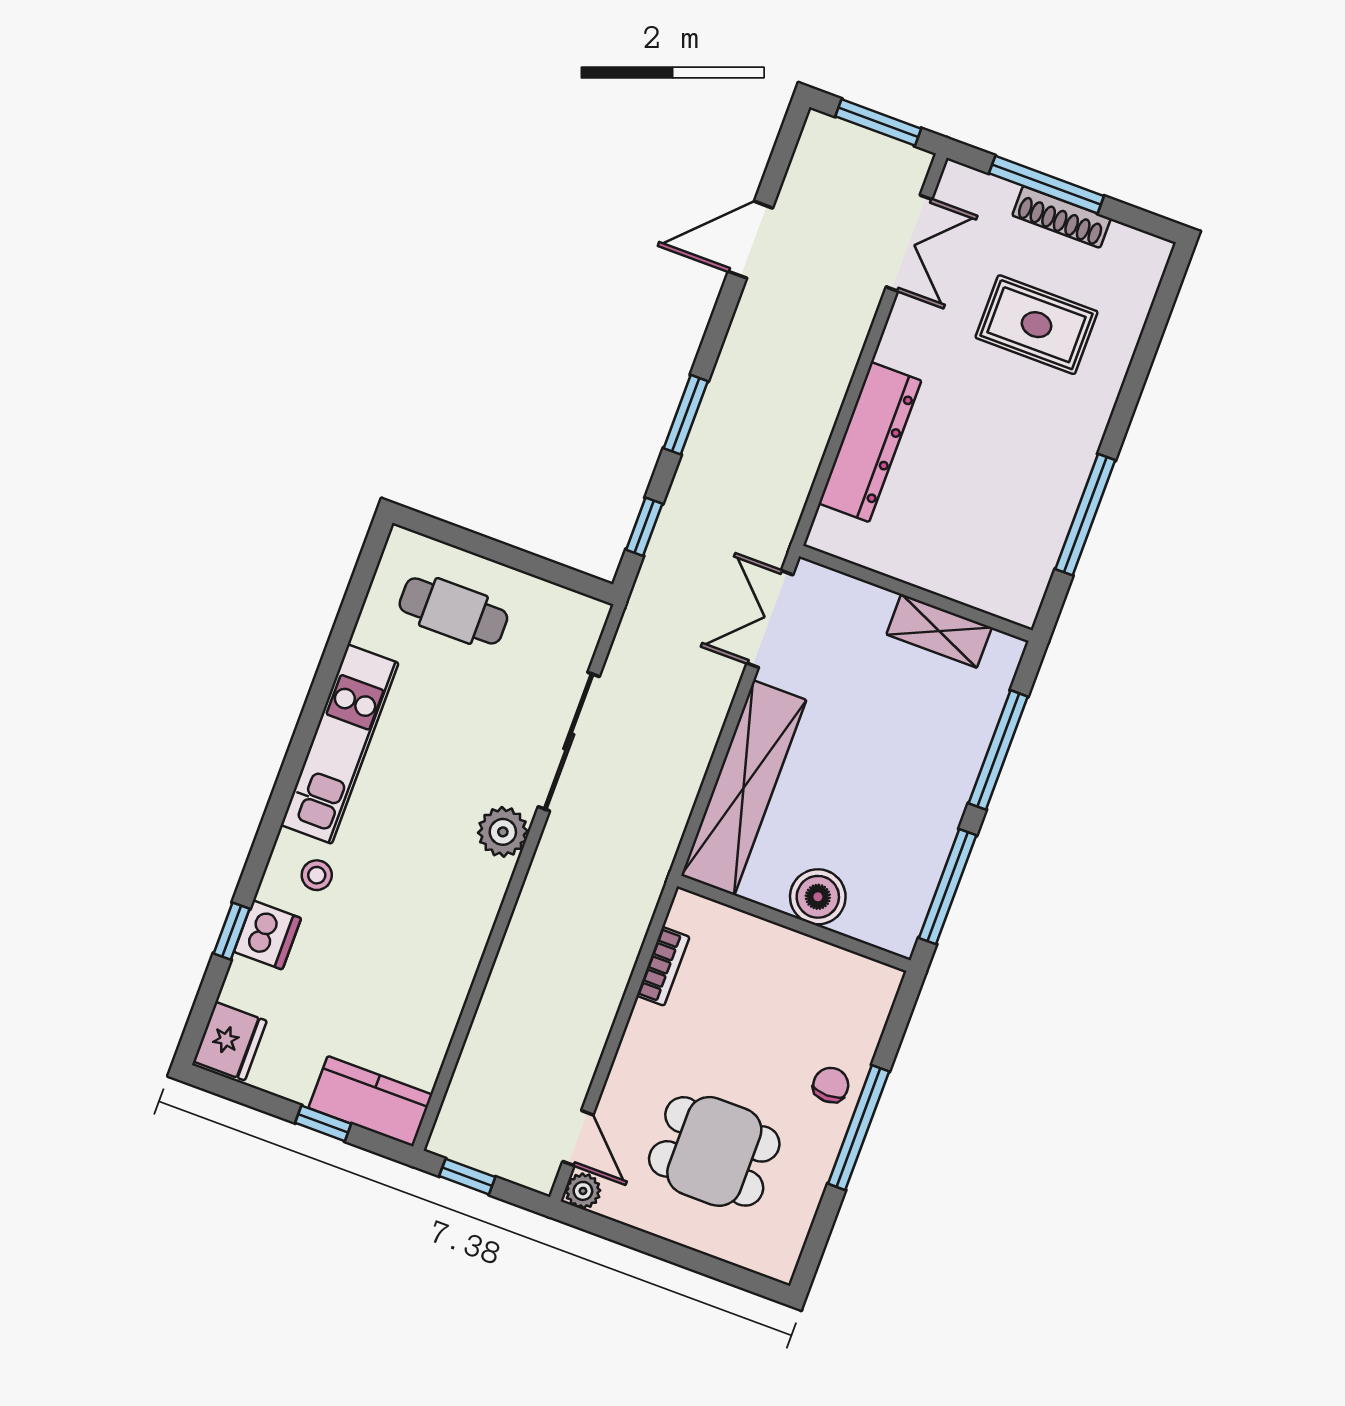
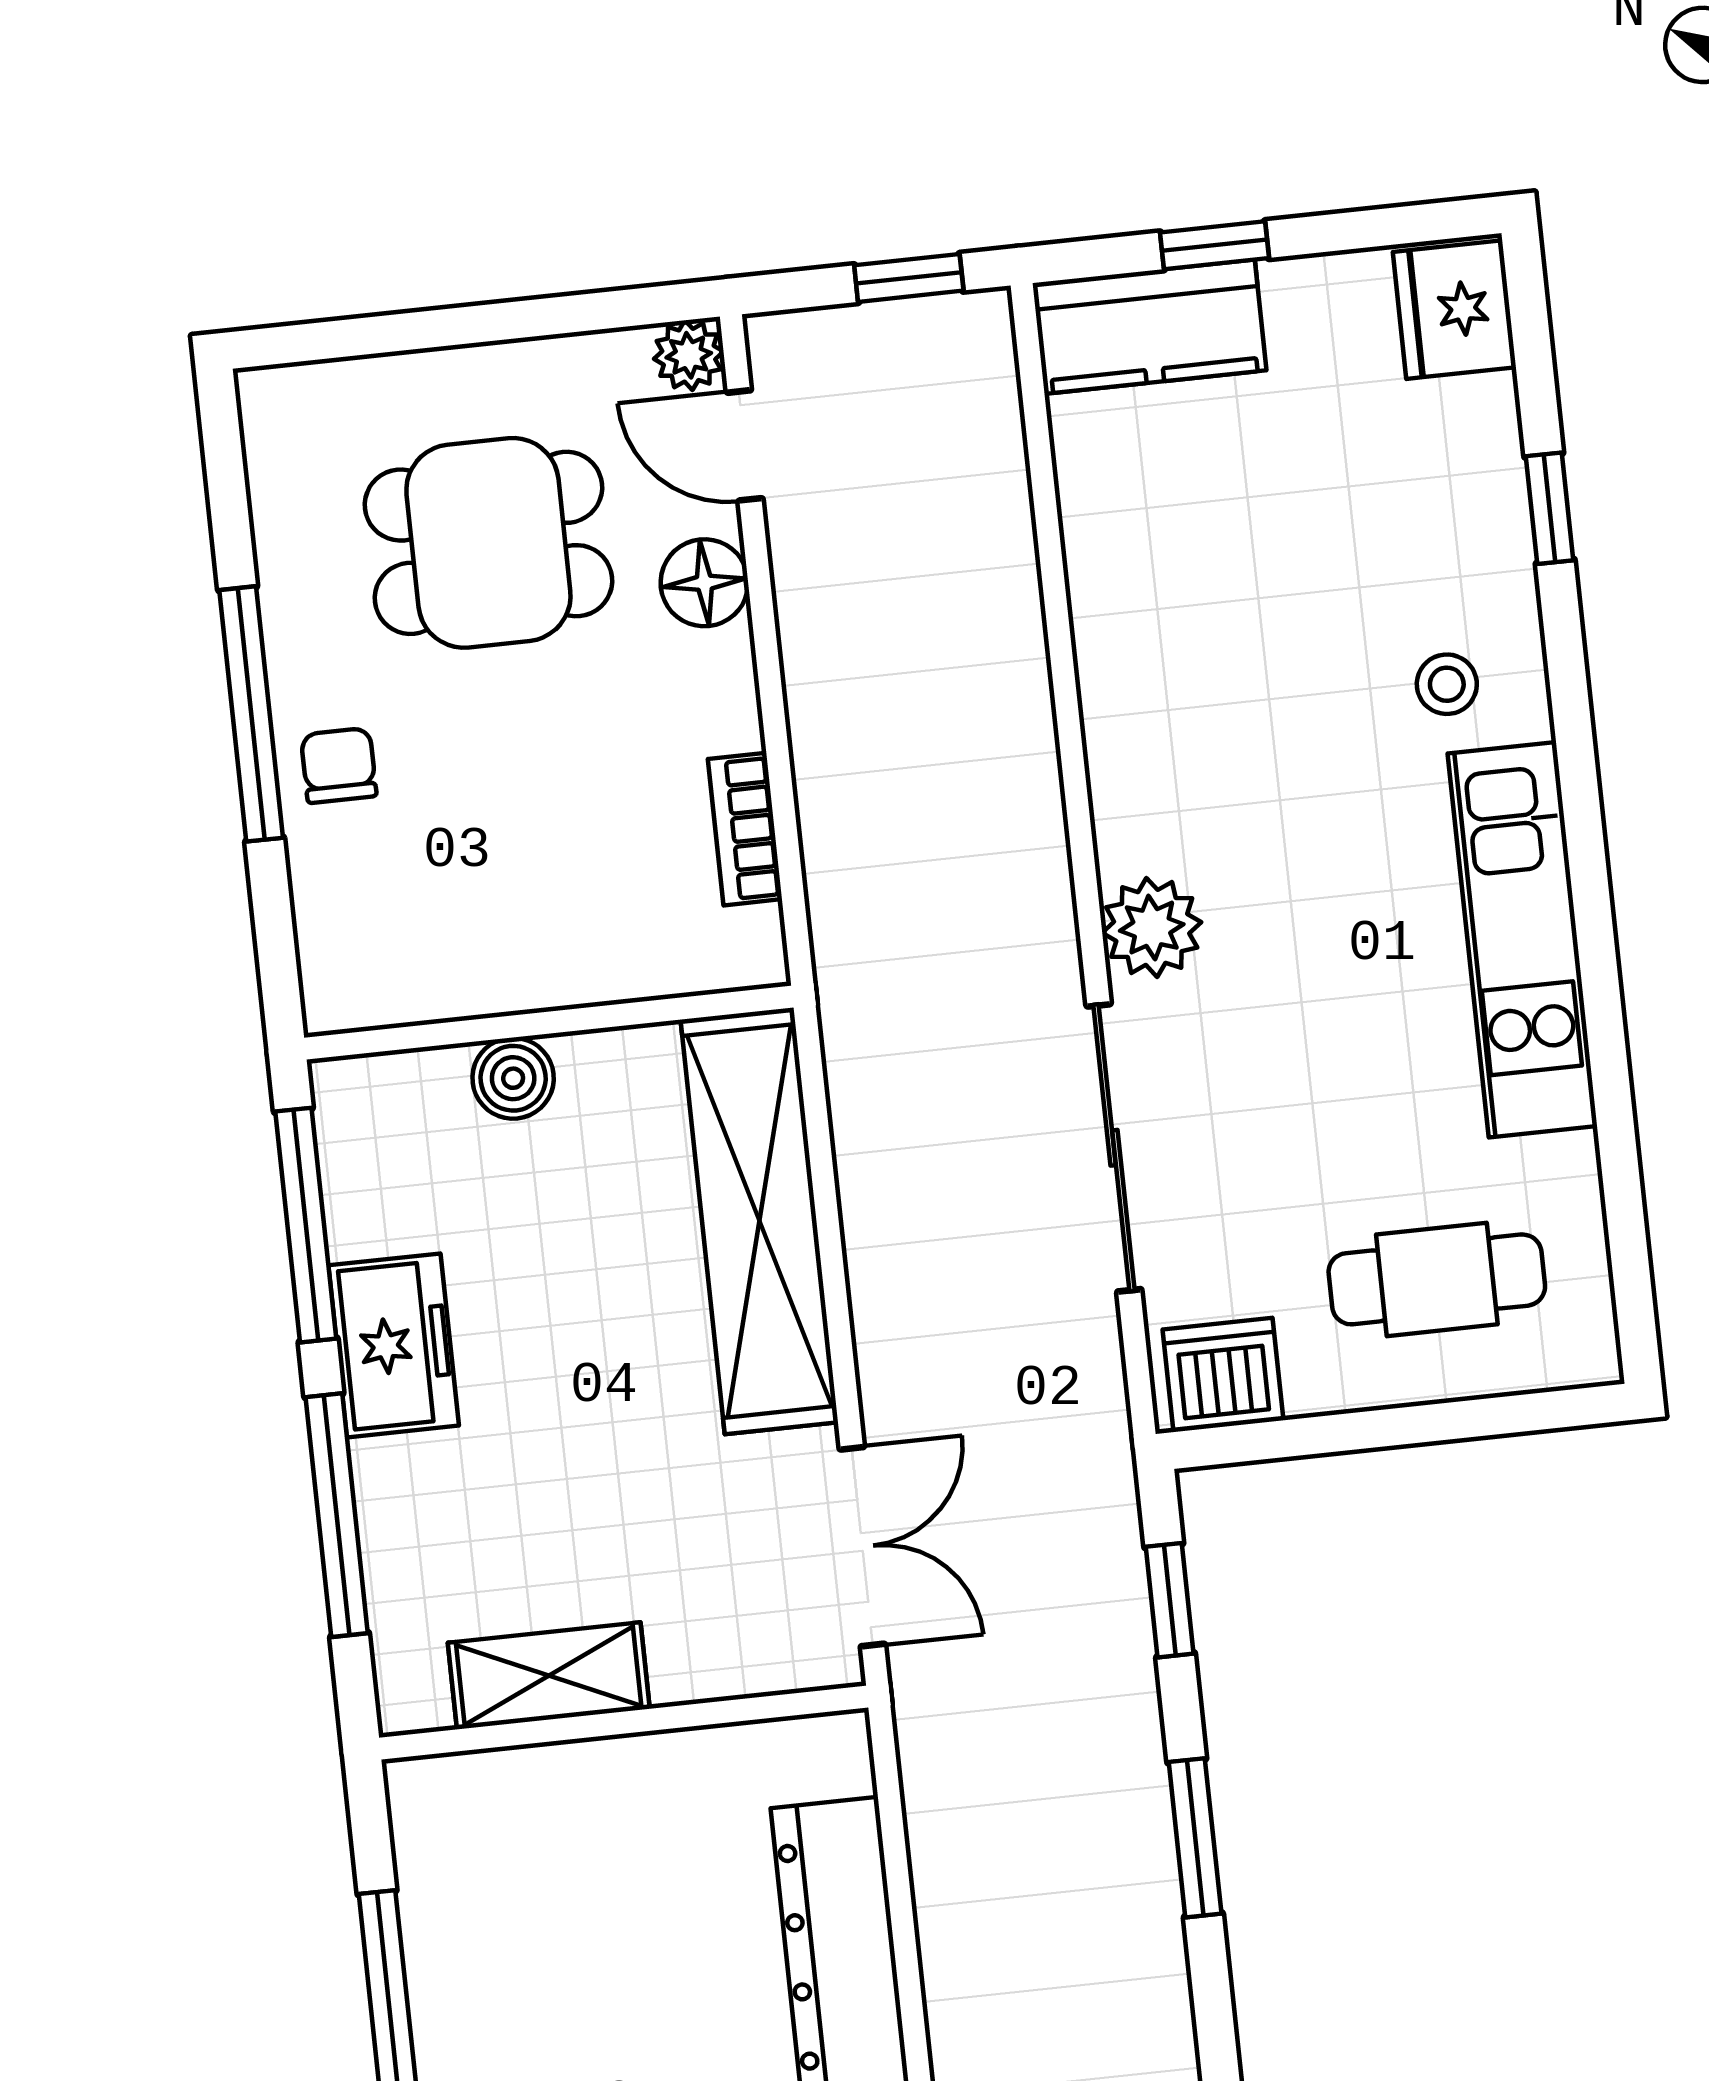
freezer: (935, 813) -> (394, 1345), added
boiler: (818, 897) -> (513, 1078), width x0.73, depth x0.73
dishwasher: (268, 935) -> (1223, 1375), moved, turned 90
chair: (831, 1085) -> (339, 765), turned 180
floor lamp: (626, 1086) -> (704, 583), added

